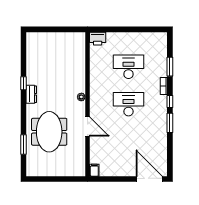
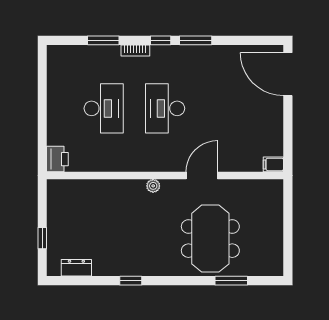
window: (49, 29) -> (42, 238), added
desk: (128, 67) -> (104, 108), turned 180
dresser: (31, 94) -> (76, 268), moved
meeting table: (49, 132) -> (210, 239), turned 90
door: (149, 179) -> (288, 74), hinge flipped

